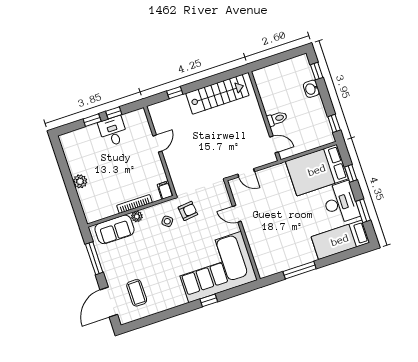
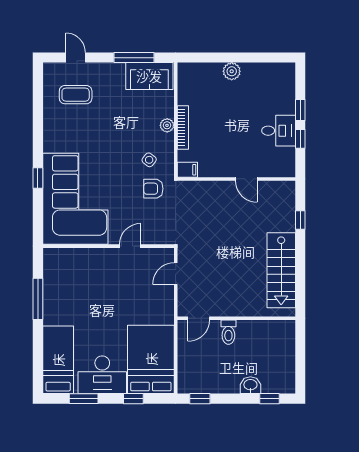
armchair: (188, 211) -> (153, 189), turned 96
sofa: (115, 229) -> (149, 76), moved, turned -90
door: (109, 302) -> (76, 58), width x0.53

